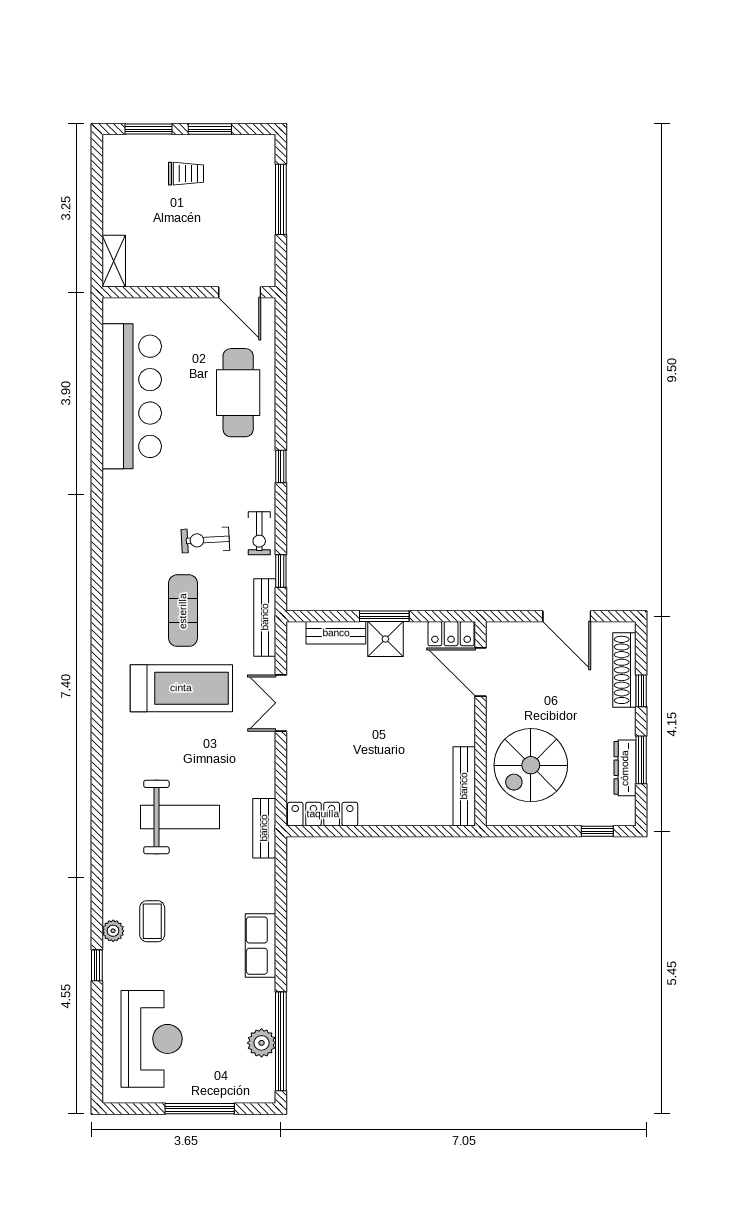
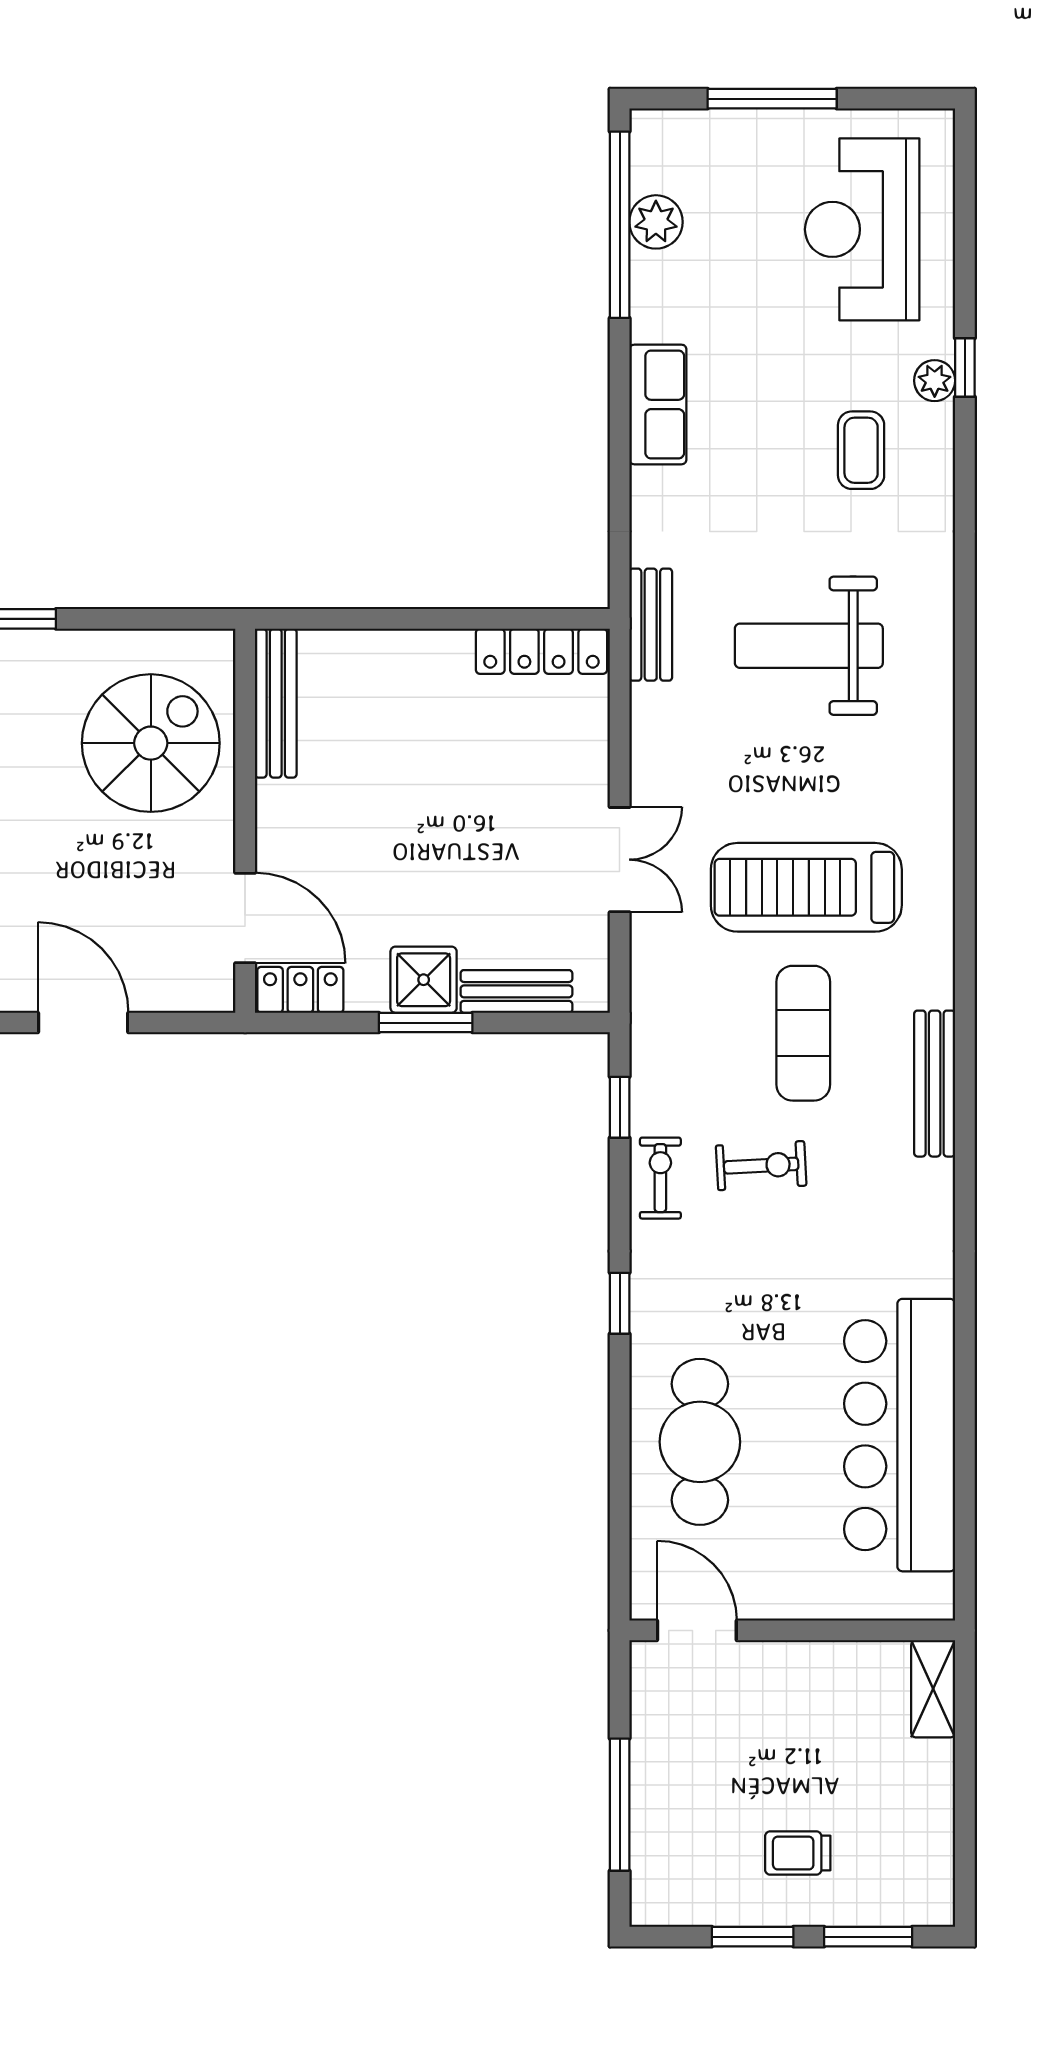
bench: (265, 617) -> (935, 1084), moved
plant: (113, 931) -> (935, 381), moved

